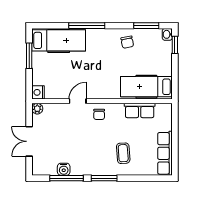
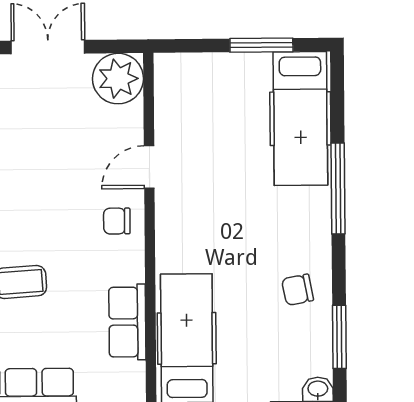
nightstand: (38, 92) -> (170, 68), removed
door: (78, 101) -> (149, 167), swing flipped
plant: (37, 109) -> (118, 79), width x1.87, depth x1.87

